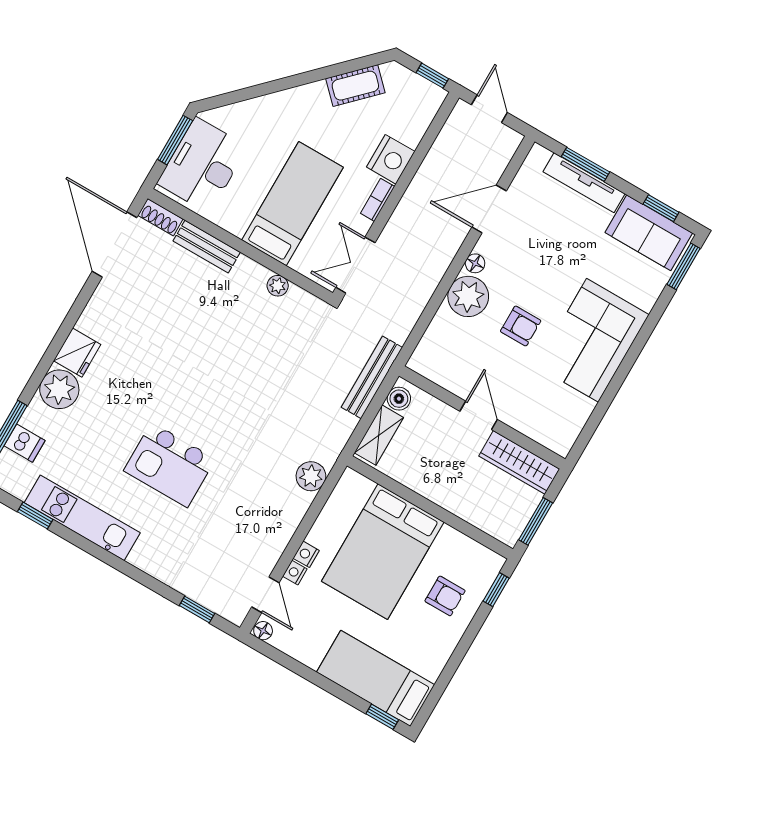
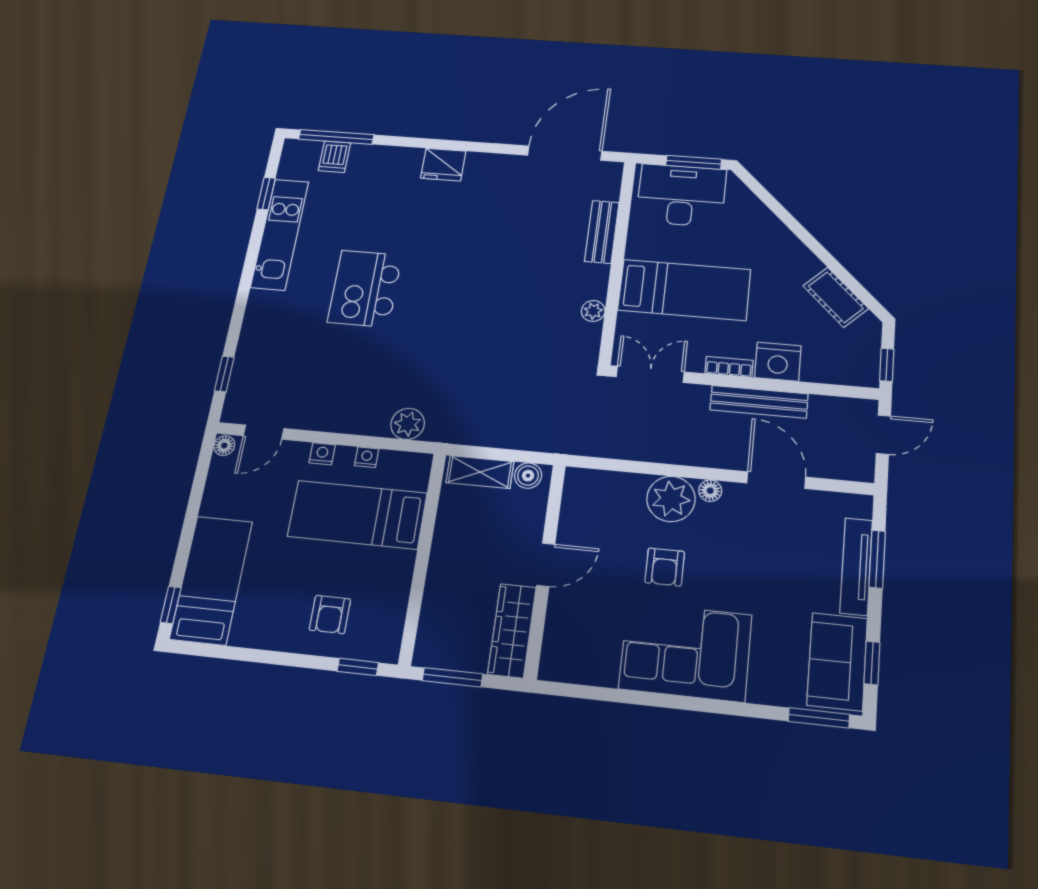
shoe rack: (161, 217) -> (611, 181), removed
bench: (372, 377) -> (759, 402), moved
plant: (59, 389) -> (400, 164), removed
bed: (383, 552) -> (357, 515), width x0.67
nightstand: (295, 573) -> (367, 457), moved

